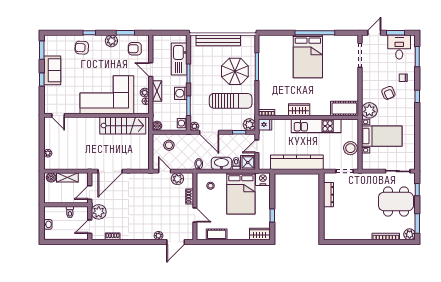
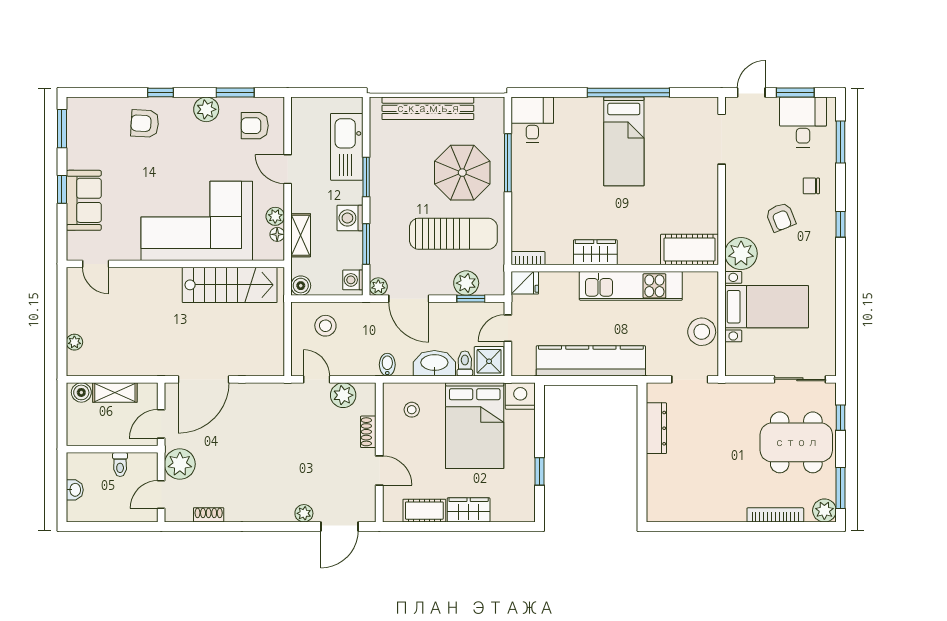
desk: (269, 46) -> (532, 120), added
bed: (308, 56) -> (624, 141), width x0.67
sofa: (52, 70) -> (84, 200), moved
shelving: (157, 91) -> (301, 235), moved
plant: (249, 125) -> (466, 283), moved
wardrobe: (260, 234) -> (469, 510), moved

